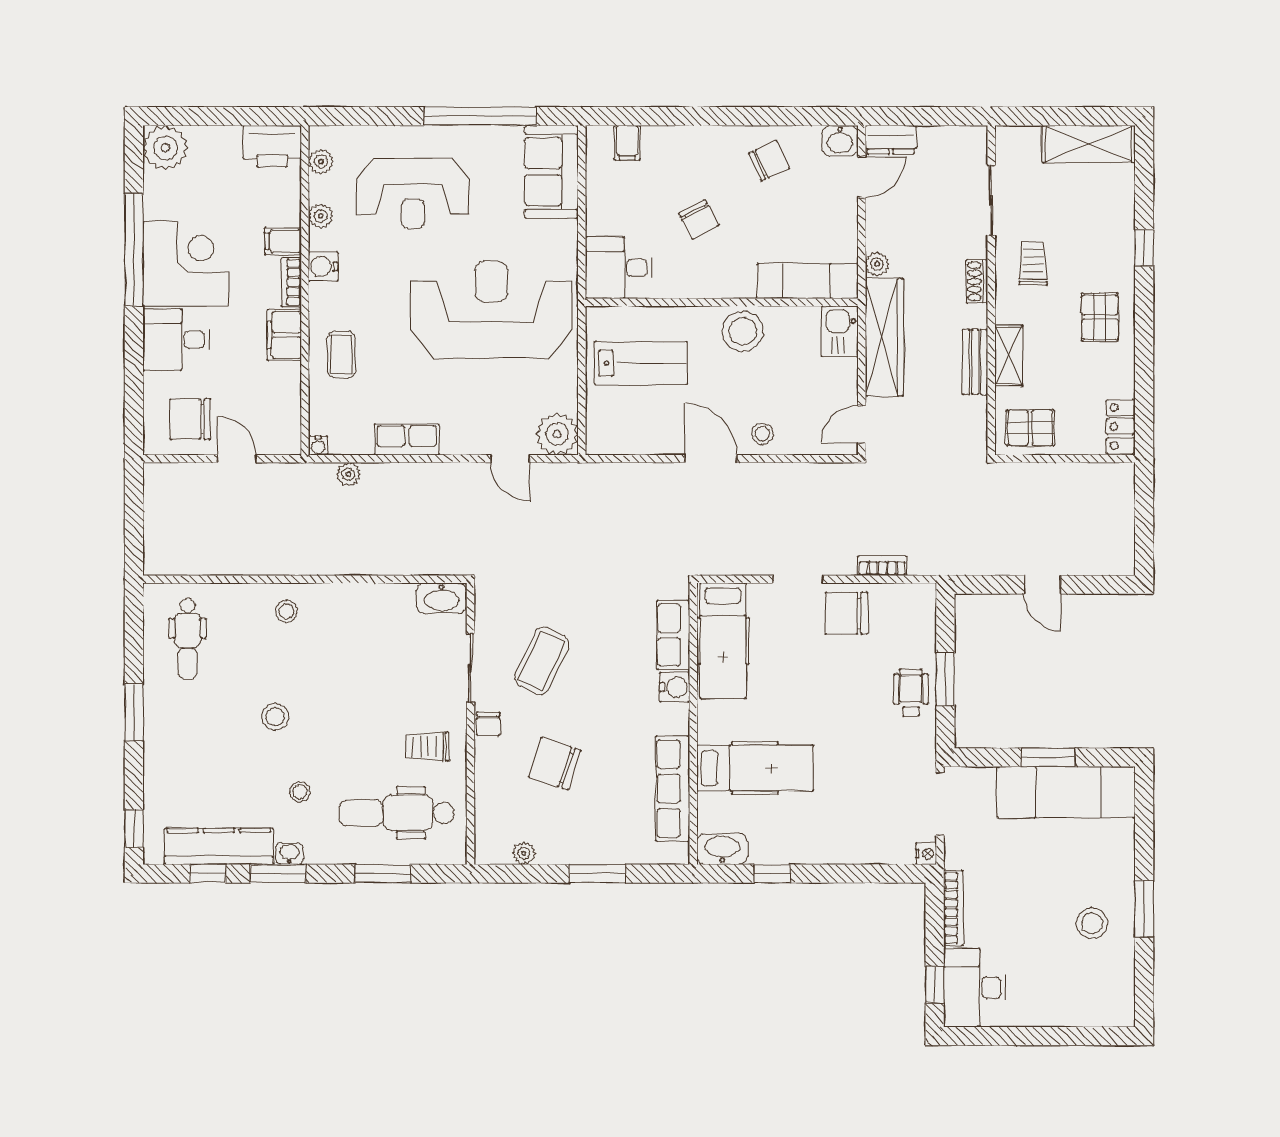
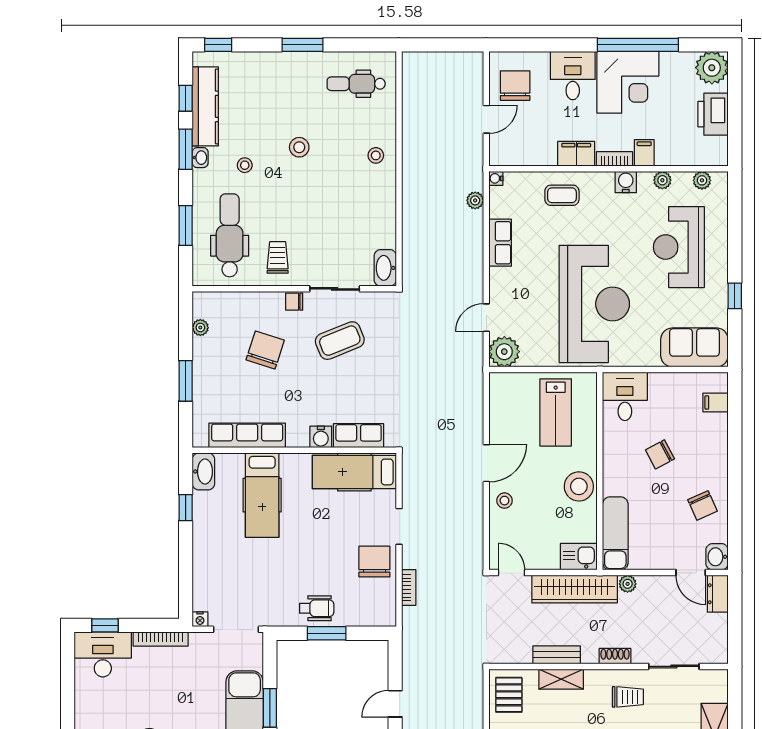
window: (480, 116) -> (735, 296), width x0.32
printer: (272, 146) -> (713, 114), moved
coffee table: (542, 661) -> (340, 341), turned -47

